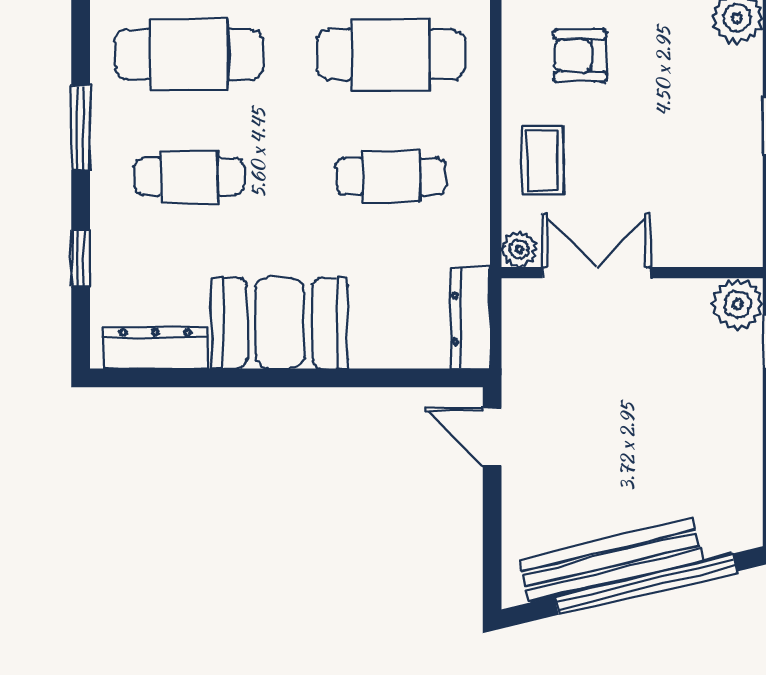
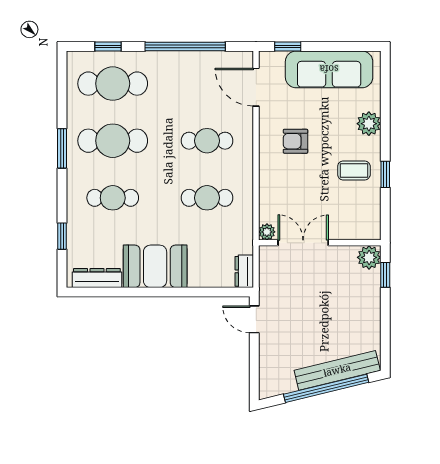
cafe table: (391, 54) -> (207, 141), width x0.73, depth x0.74
window: (81, 128) -> (62, 148), moved
coffee table: (543, 160) -> (354, 170), moved, turned 90
dresser: (471, 318) -> (244, 271), width x0.70
bench: (611, 560) -> (337, 370), moved

